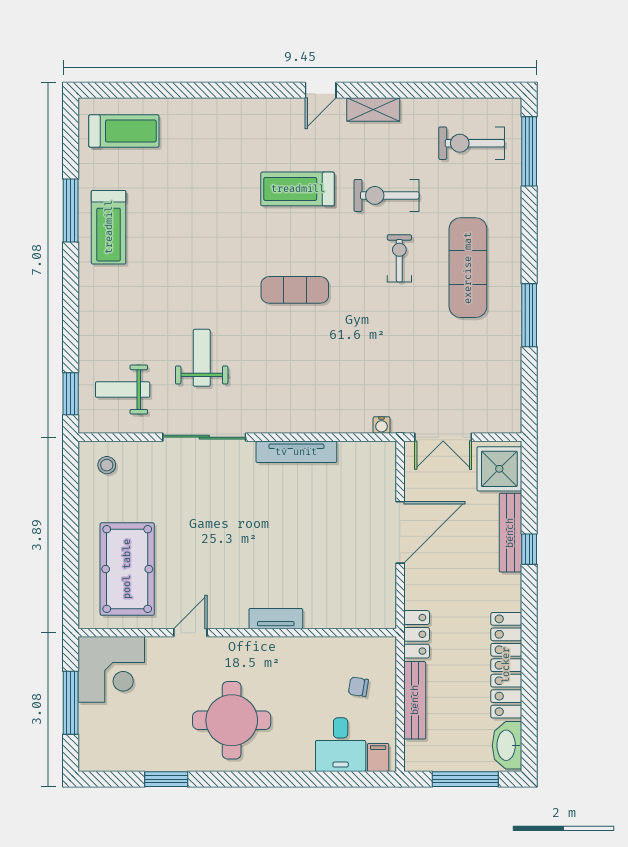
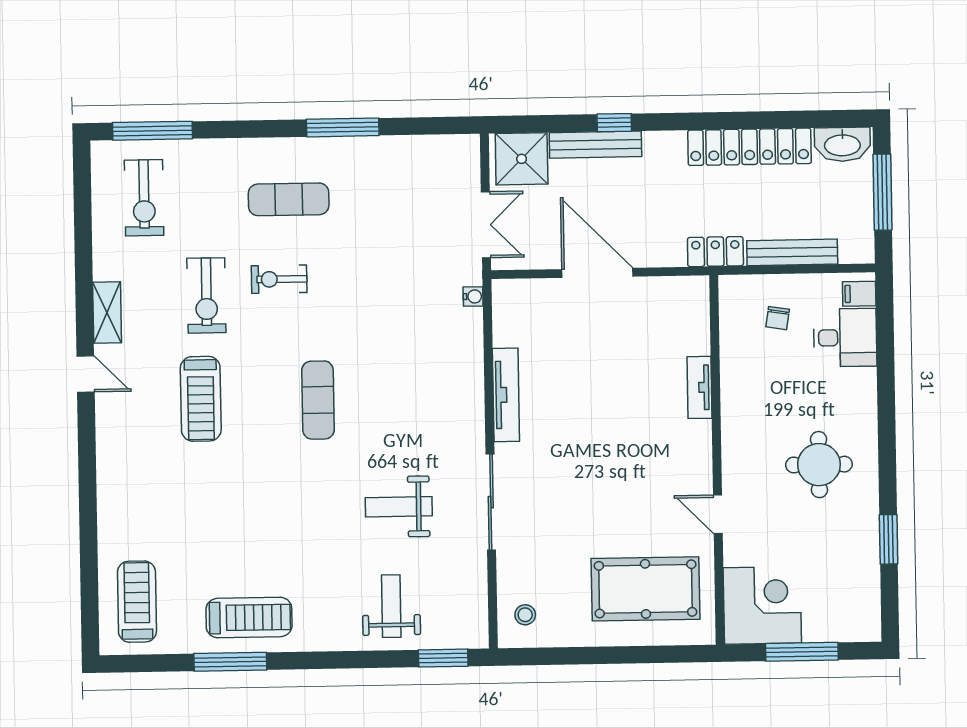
exercise mat: (468, 268) -> (289, 199), width x0.73, depth x0.69
weight bench: (123, 390) -> (391, 606), moved, turned 180
tv unit: (276, 619) -> (699, 387), moved
round table: (232, 720) -> (819, 465), width x0.73, depth x0.73

